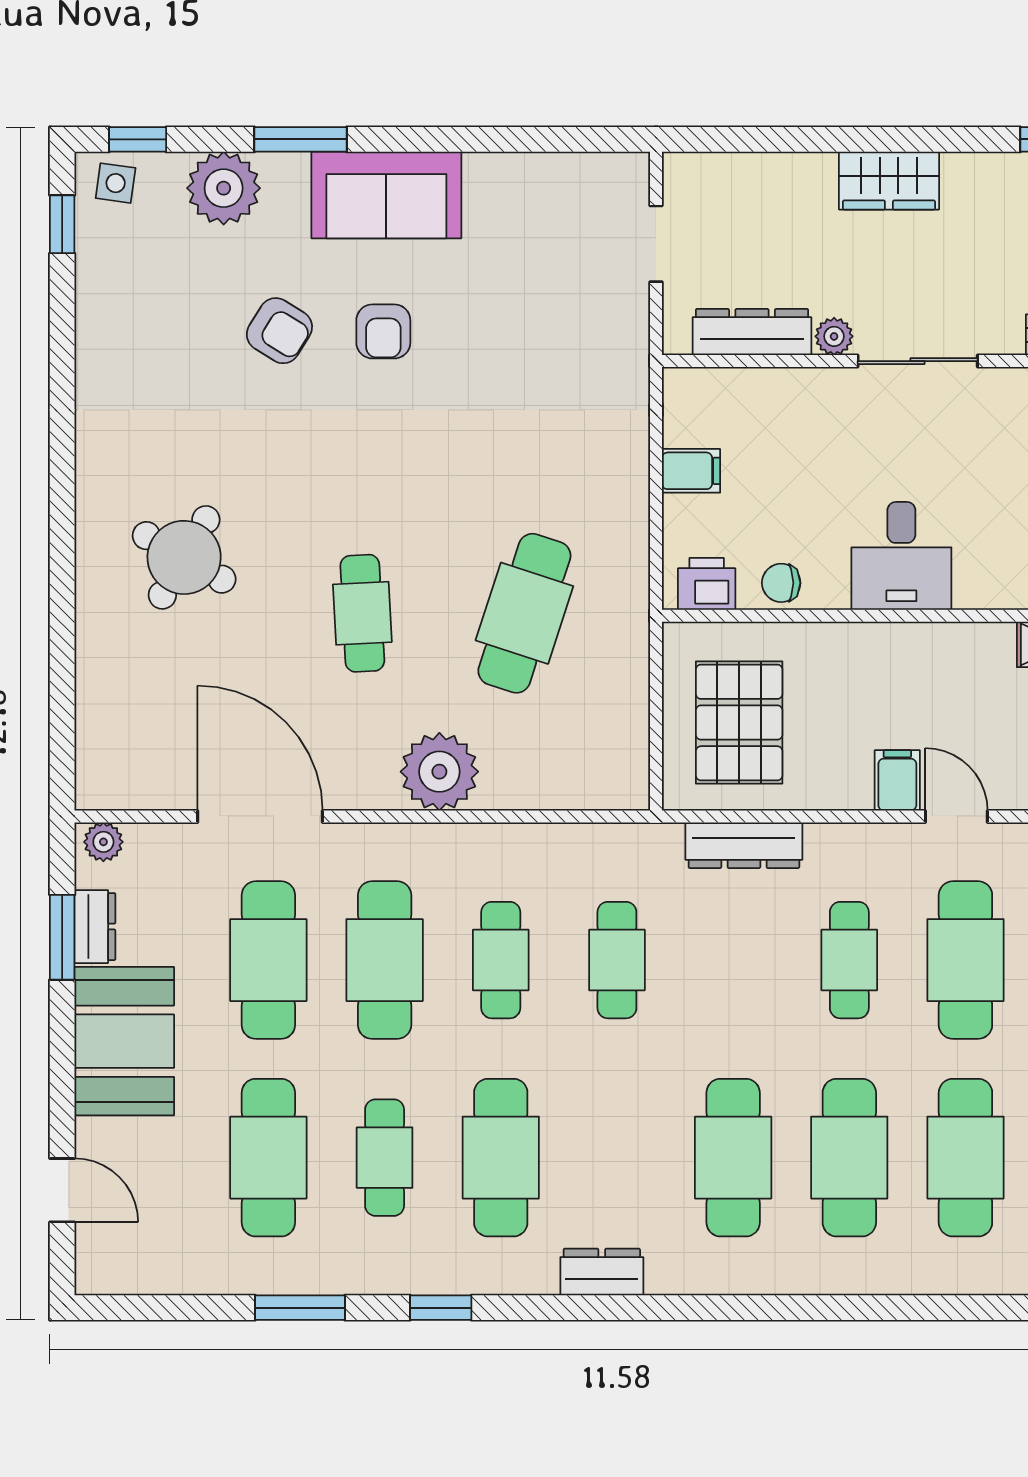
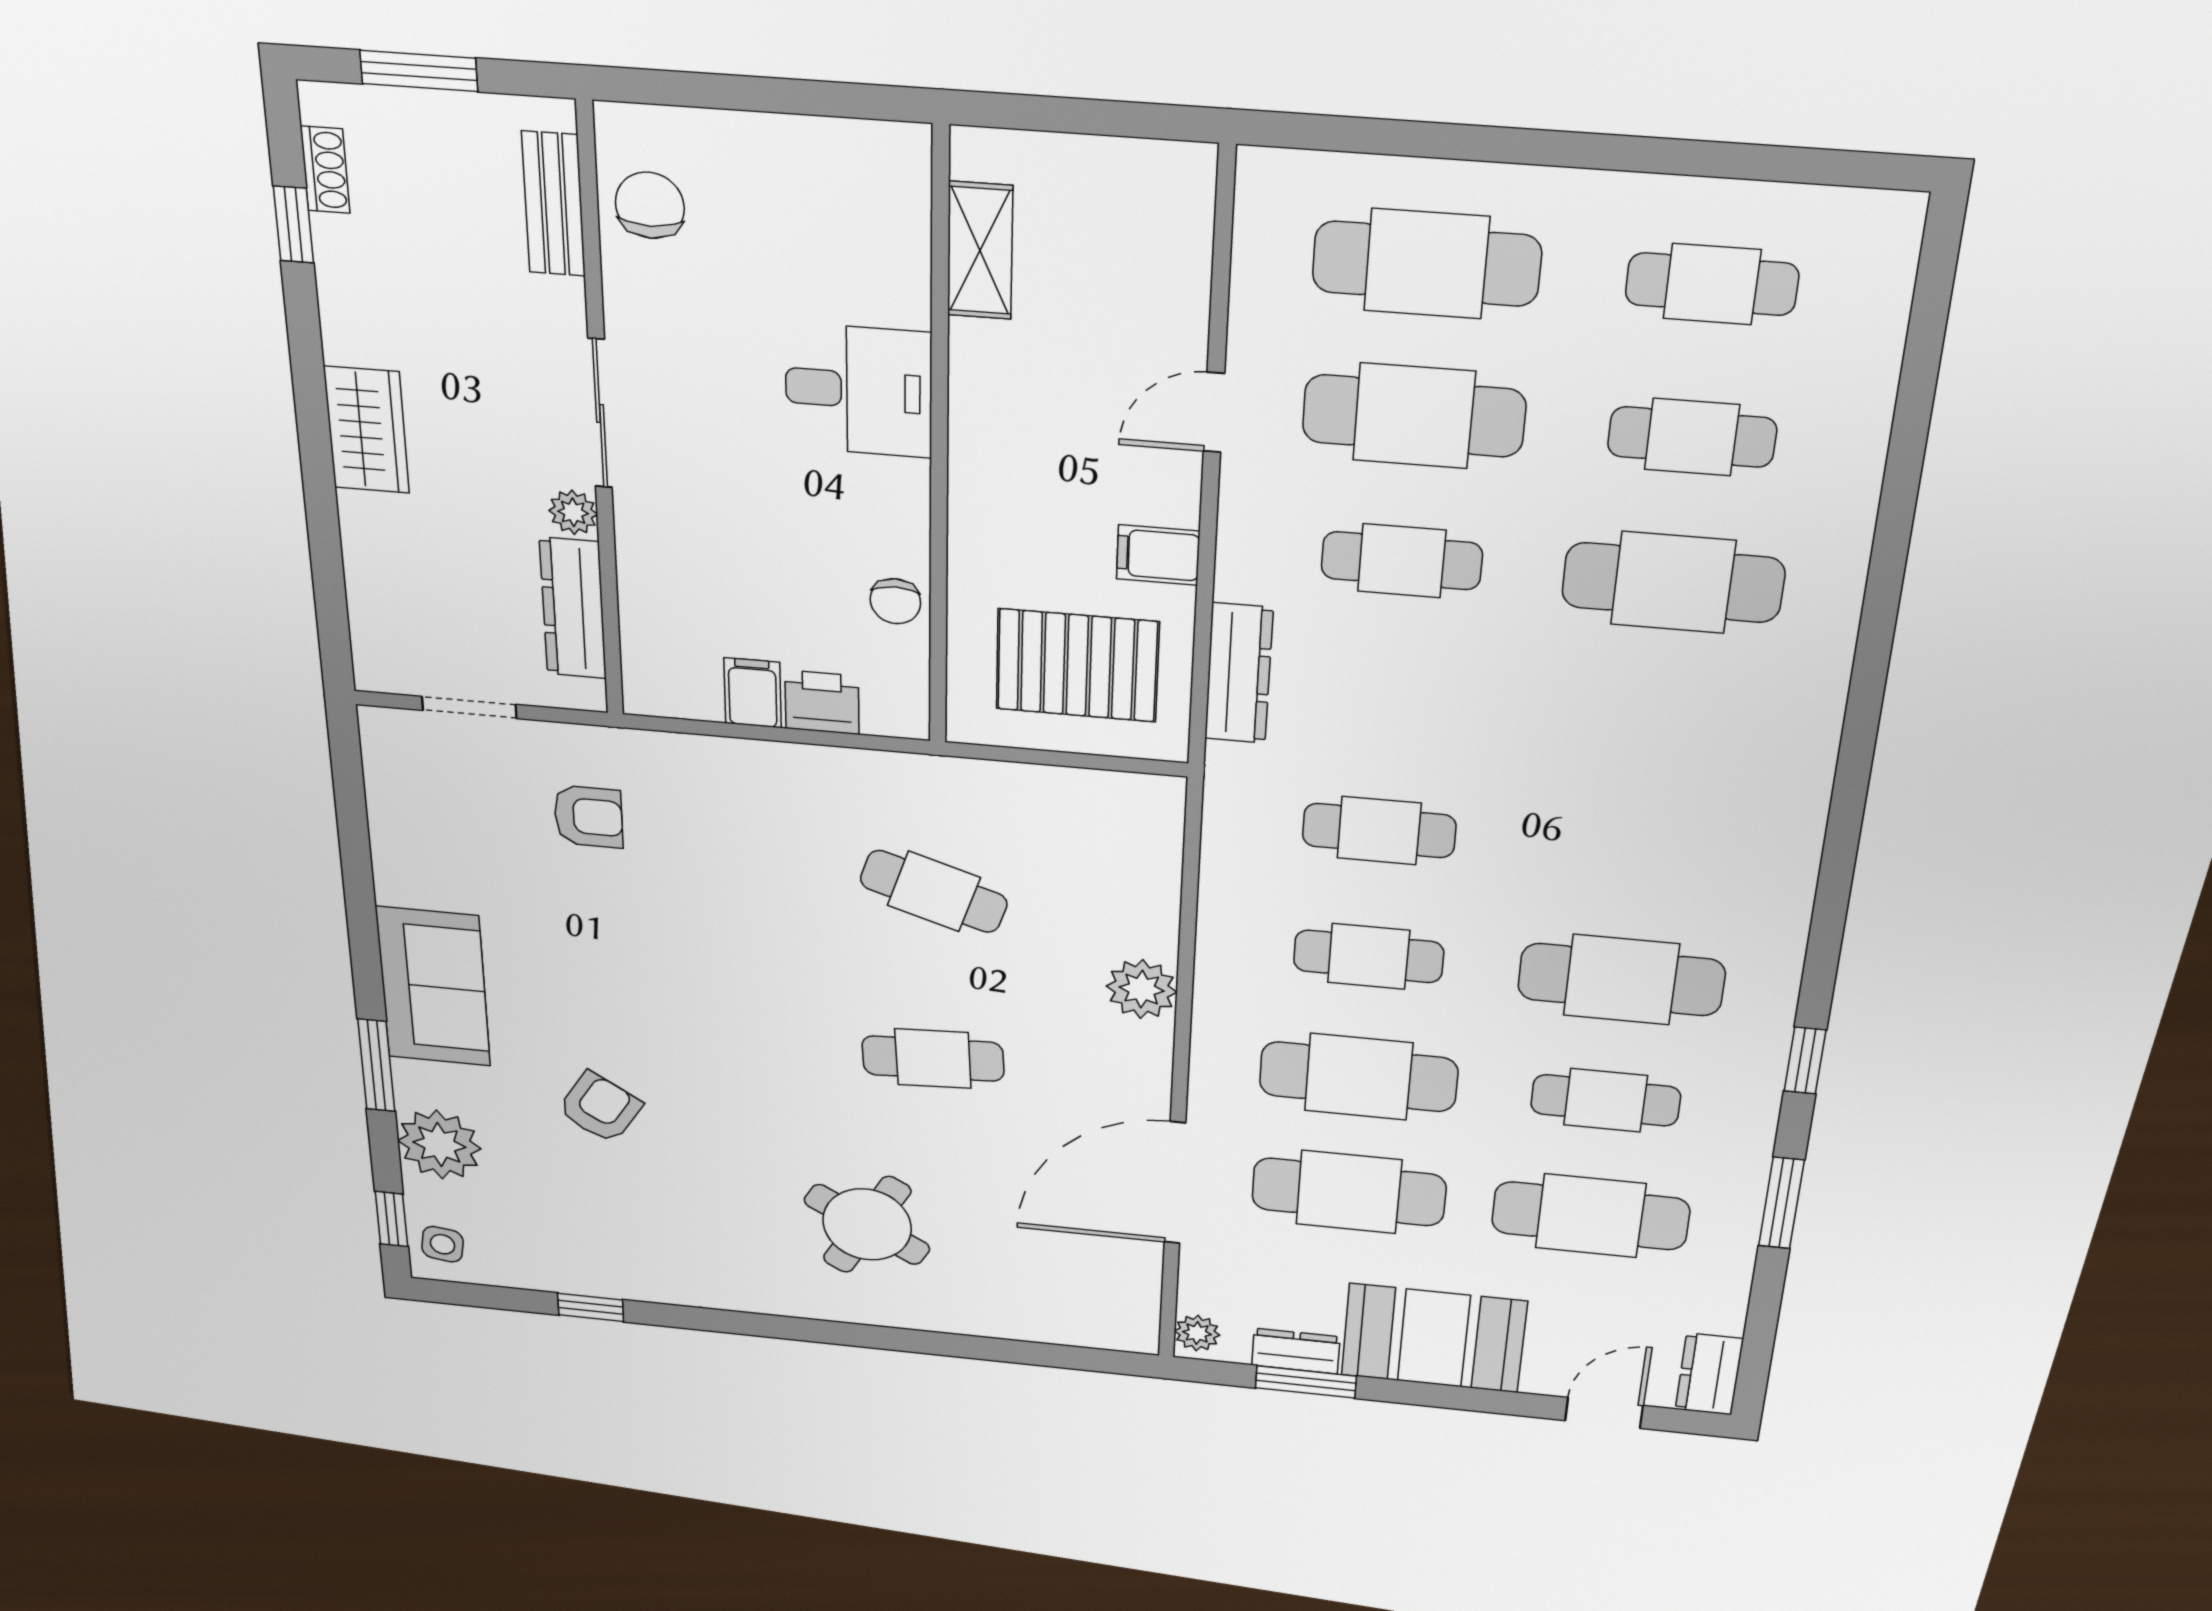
window: (62, 224) -> (591, 1307), moved
armchair: (383, 331) -> (588, 817), moved
desk: (901, 556) -> (859, 390), moved
printer: (707, 584) -> (822, 702), moved, turned 90
cafe table: (524, 613) -> (934, 891), width x0.73, depth x0.74
plant: (439, 772) -> (1142, 989), width x0.73, depth x0.73
filing cabinet: (897, 780) -> (1158, 555), moved
cafe table: (733, 1158) -> (1655, 721), removed
cafe table: (965, 1158) -> (1692, 437), width x0.73, depth x0.74
dresser: (602, 1272) -> (1709, 1374), moved

